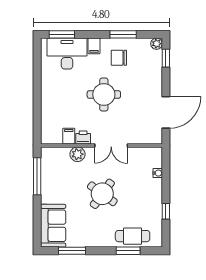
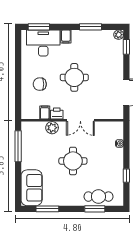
chair: (119, 58) -> (40, 84), moved
round table: (102, 194) -> (73, 161), turned -36

